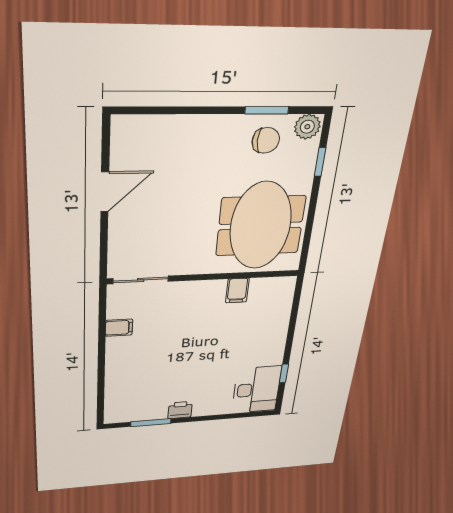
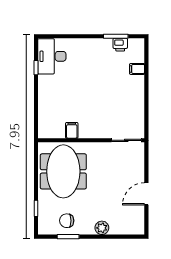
plant: (307, 127) -> (102, 228), moved
filing cabinet: (119, 328) -> (137, 69), moved
printer: (180, 410) -> (120, 45), moved

